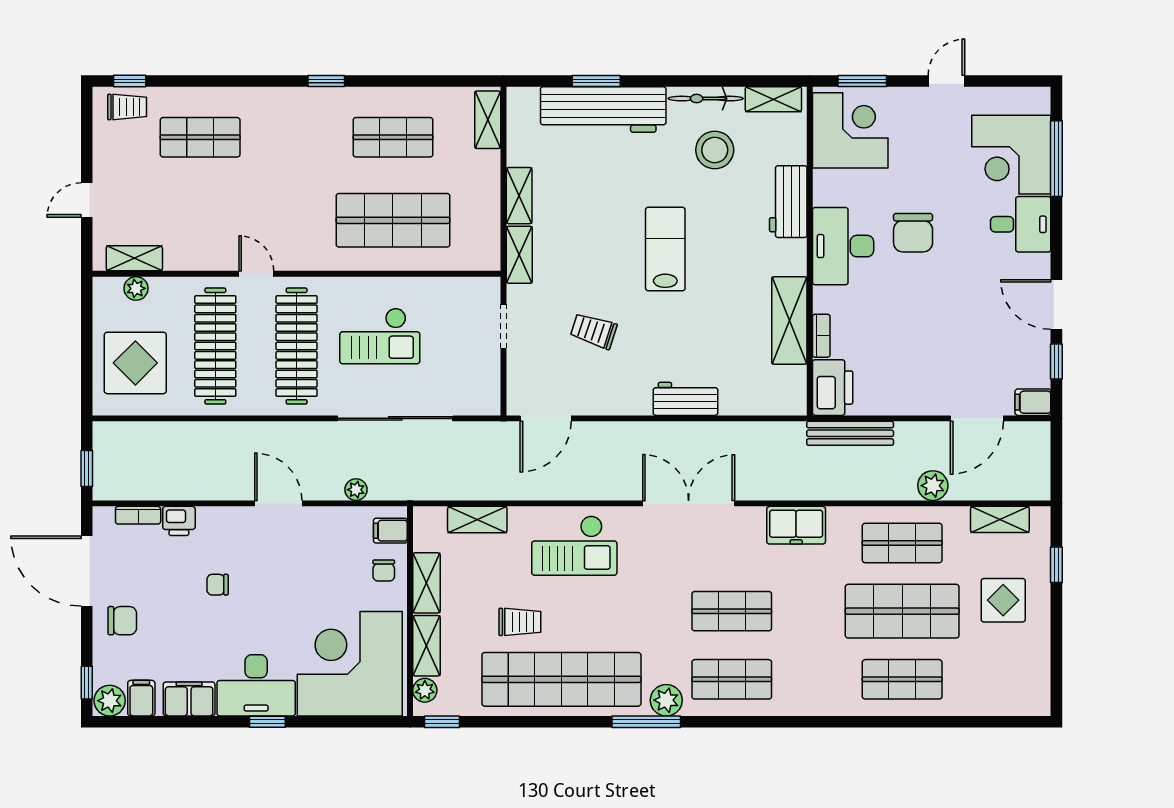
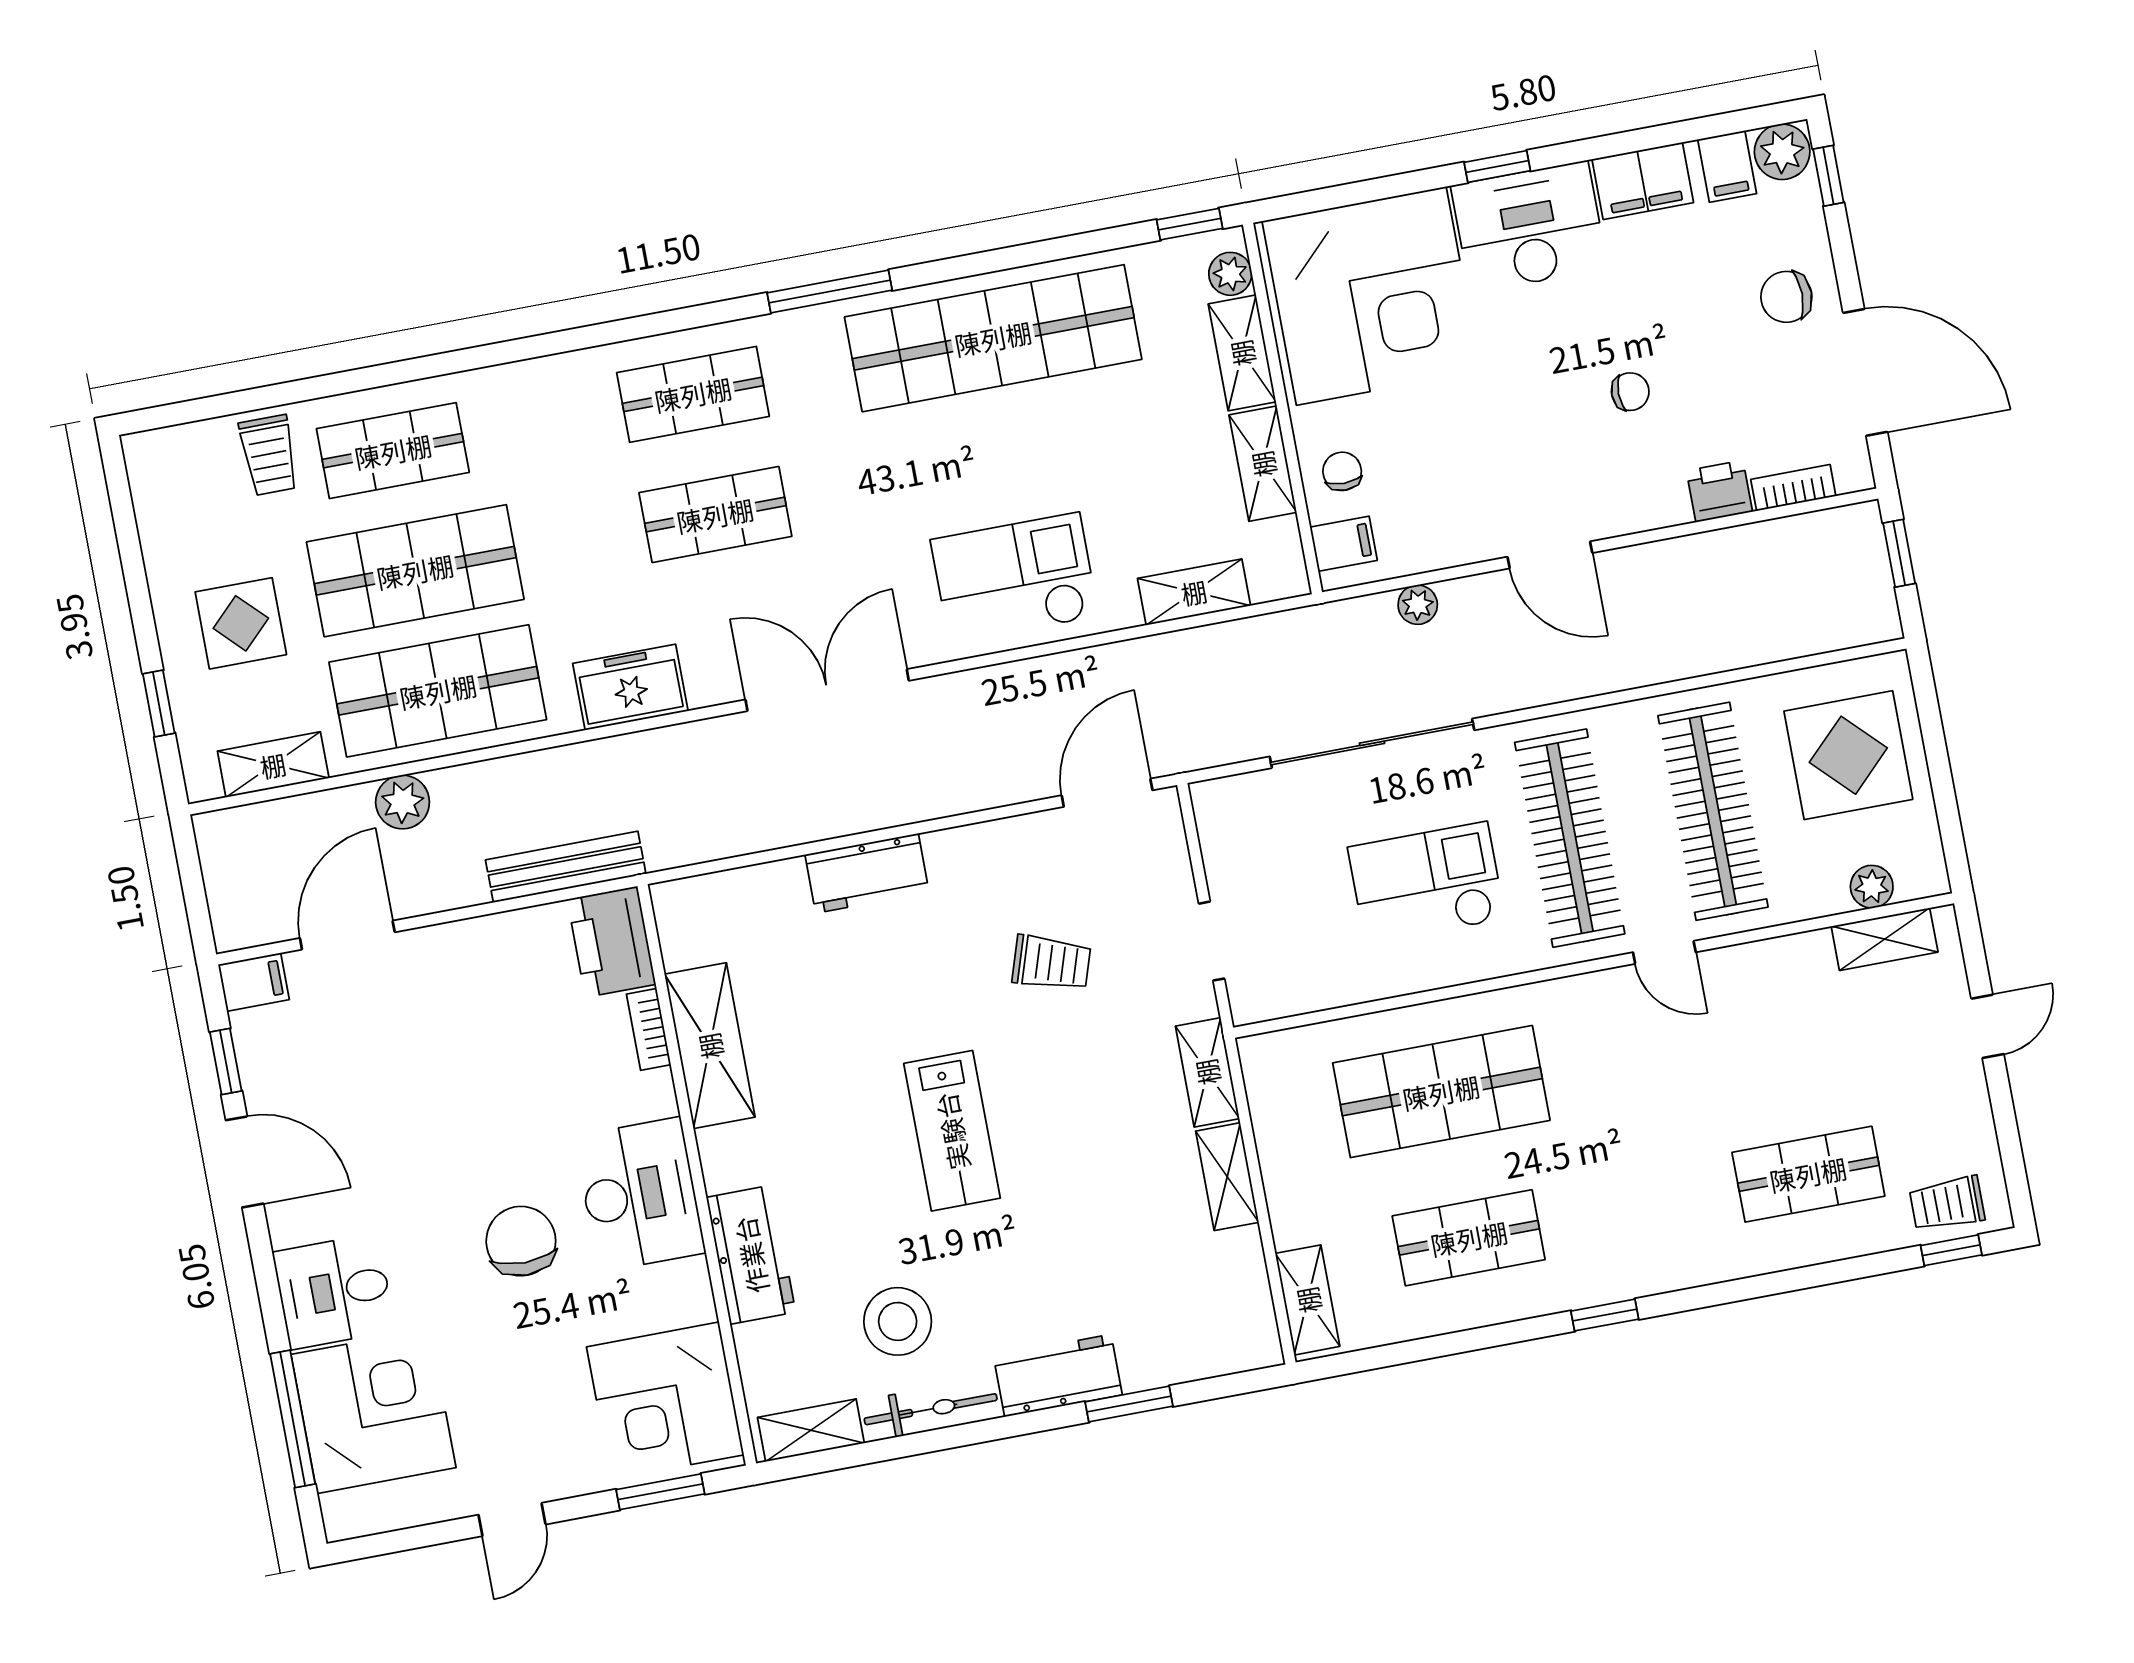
workbench: (603, 109) -> (1058, 1376), width x0.53, depth x0.76
double door: (689, 503) -> (827, 690), swing flipped
shop shelf: (902, 543) -> (438, 691), width x1.43, depth x1.36
trolley: (520, 622) -> (269, 455), moved, turned -90
plant: (666, 700) -> (802, 336), removed

